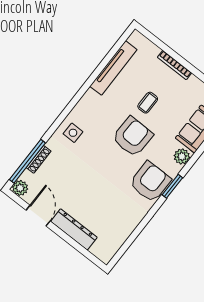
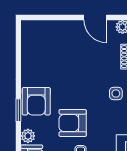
armchair: (133, 137) -> (73, 123), turned 89
dresser: (74, 229) -> (63, 27), removed

